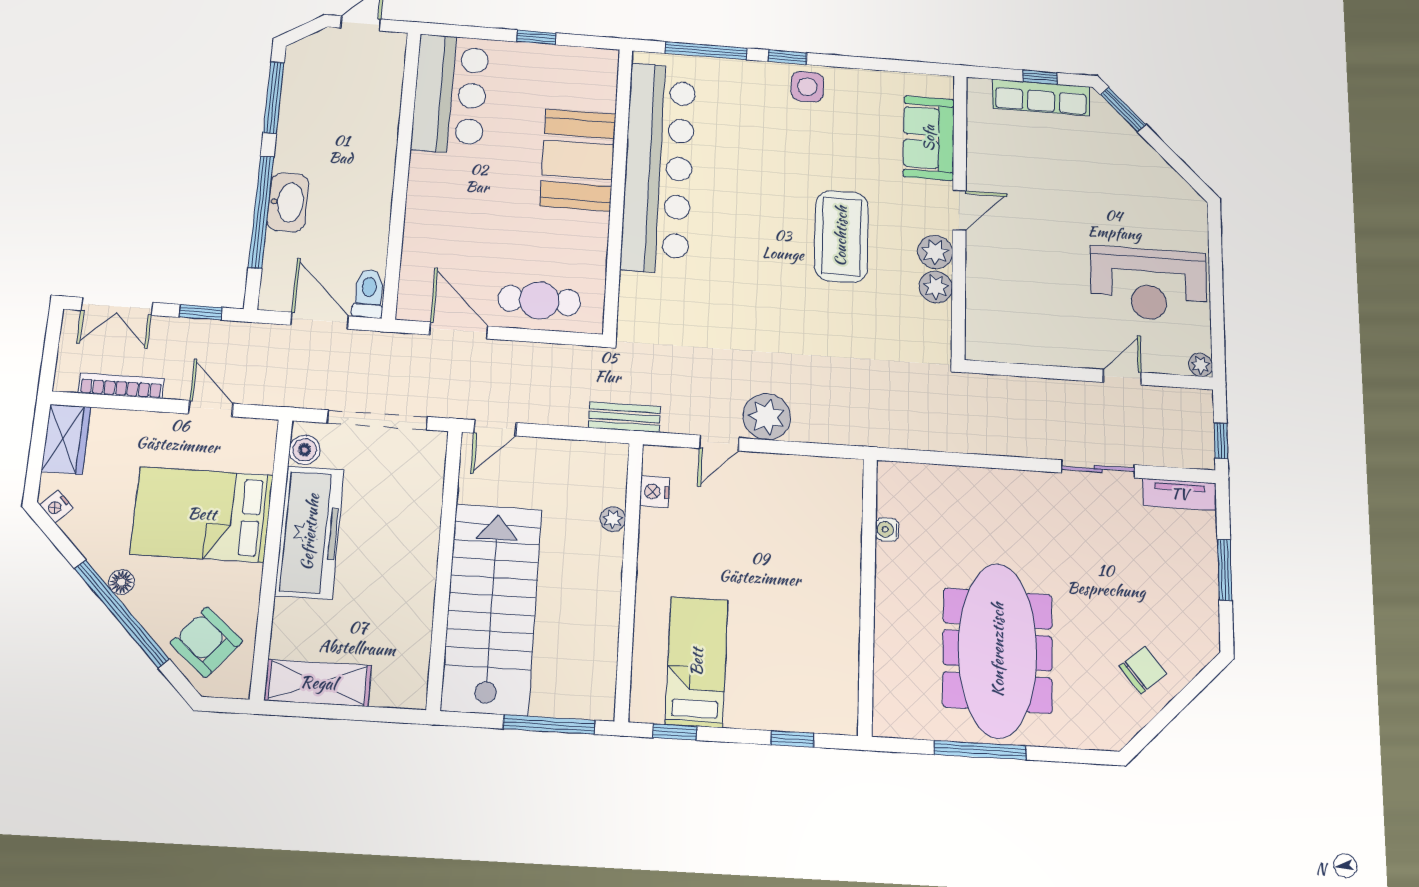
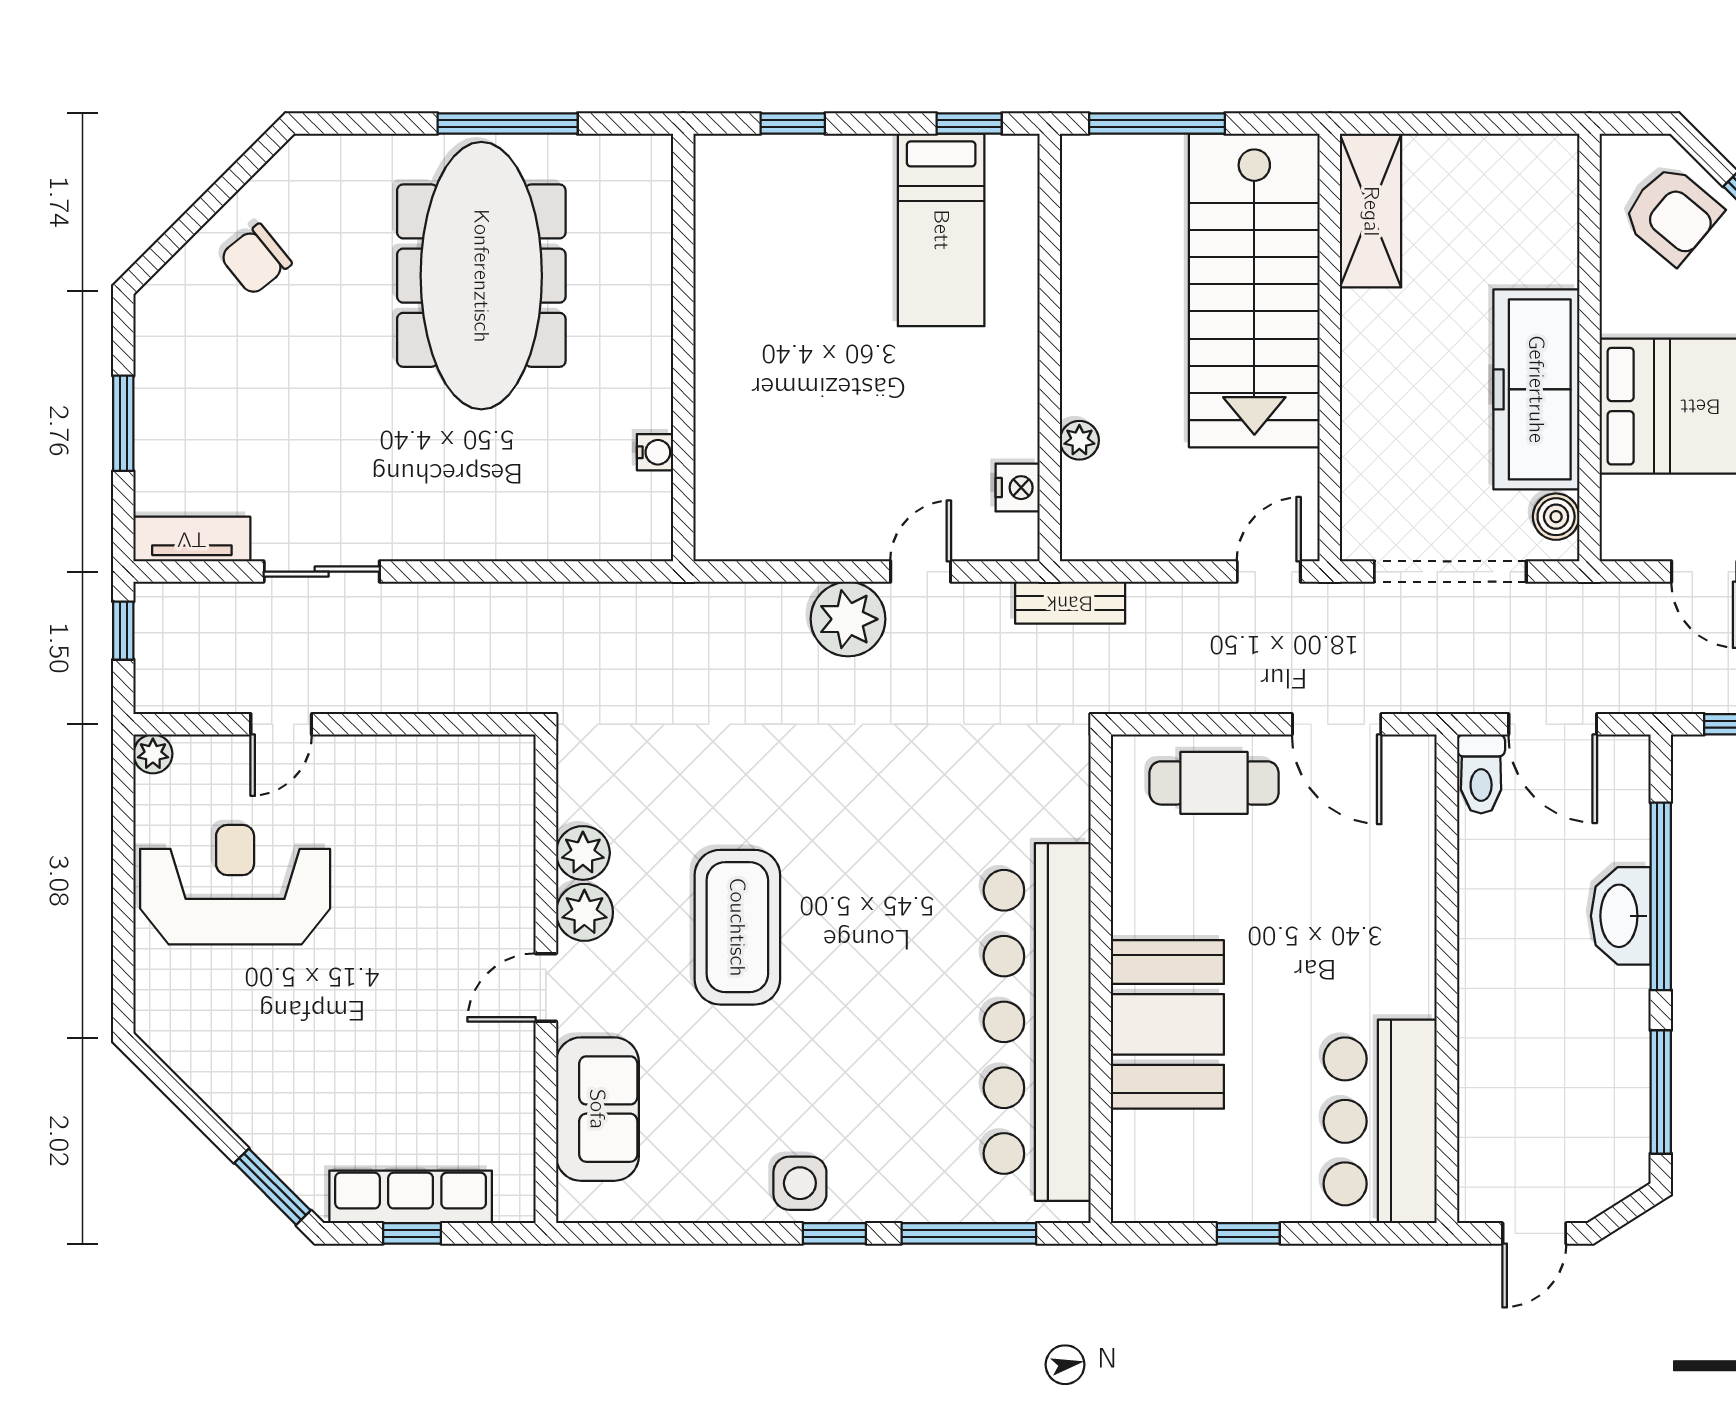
shelving: (318, 683) -> (1371, 211), moved, turned 90

